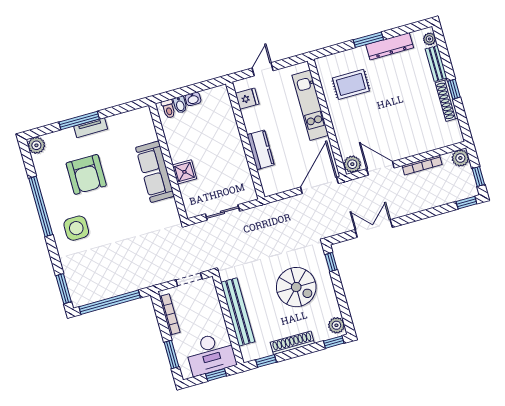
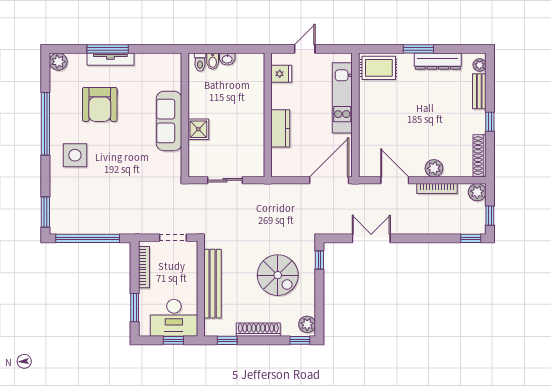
rug: (351, 84) -> (379, 68), moved
shoe rack: (447, 100) -> (480, 156), moved
tv unit: (91, 128) -> (110, 59), width x1.41
plant: (352, 164) -> (434, 168), moved

